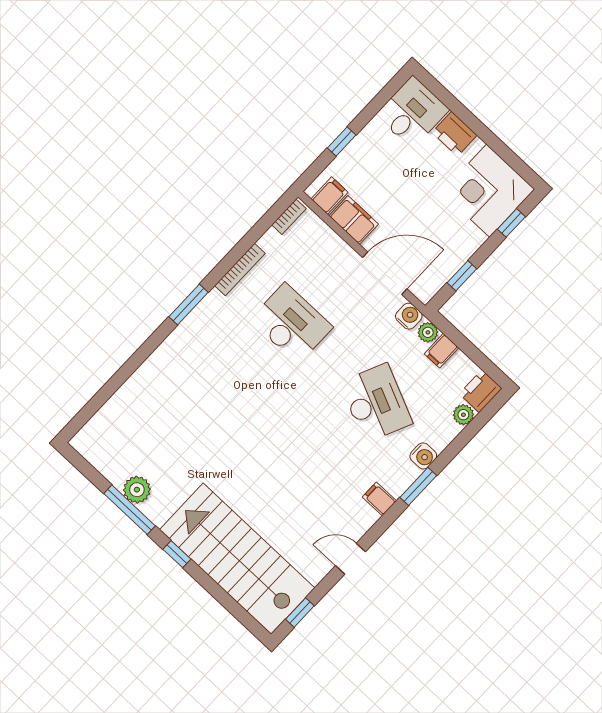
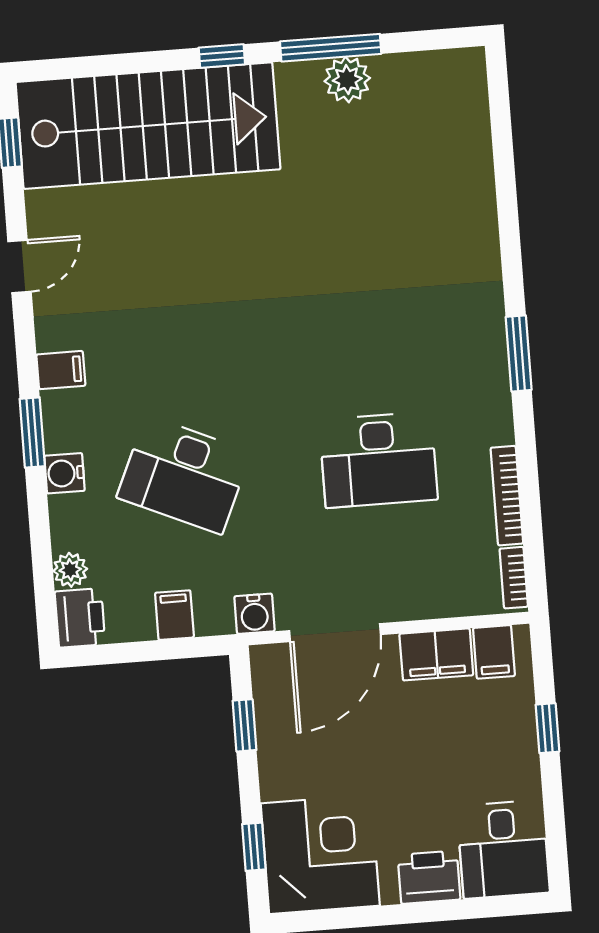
bookcase: (240, 269) -> (507, 496), moved
plant: (428, 332) -> (213, 619), removed

